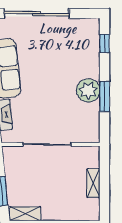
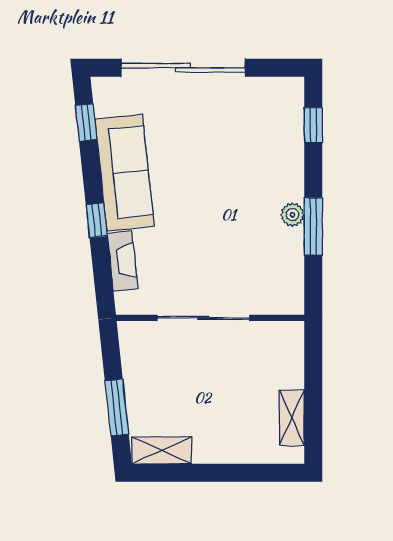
plant: (88, 90) -> (292, 215), width x0.53, depth x0.53
shelving: (93, 183) -> (292, 418), moved

